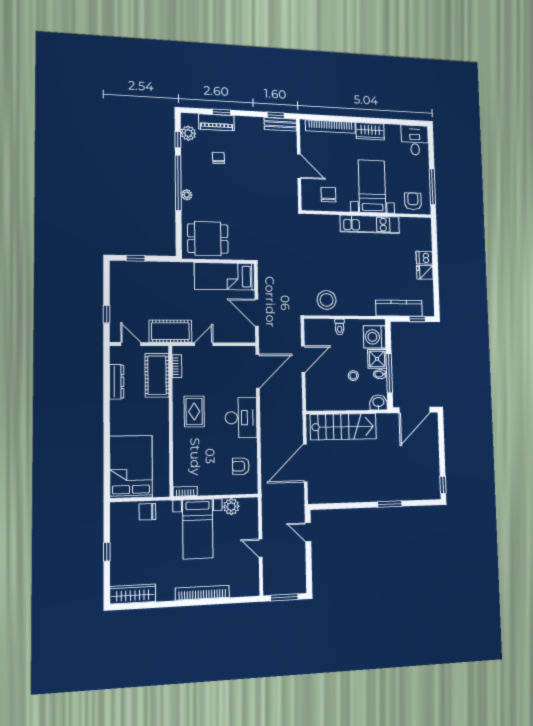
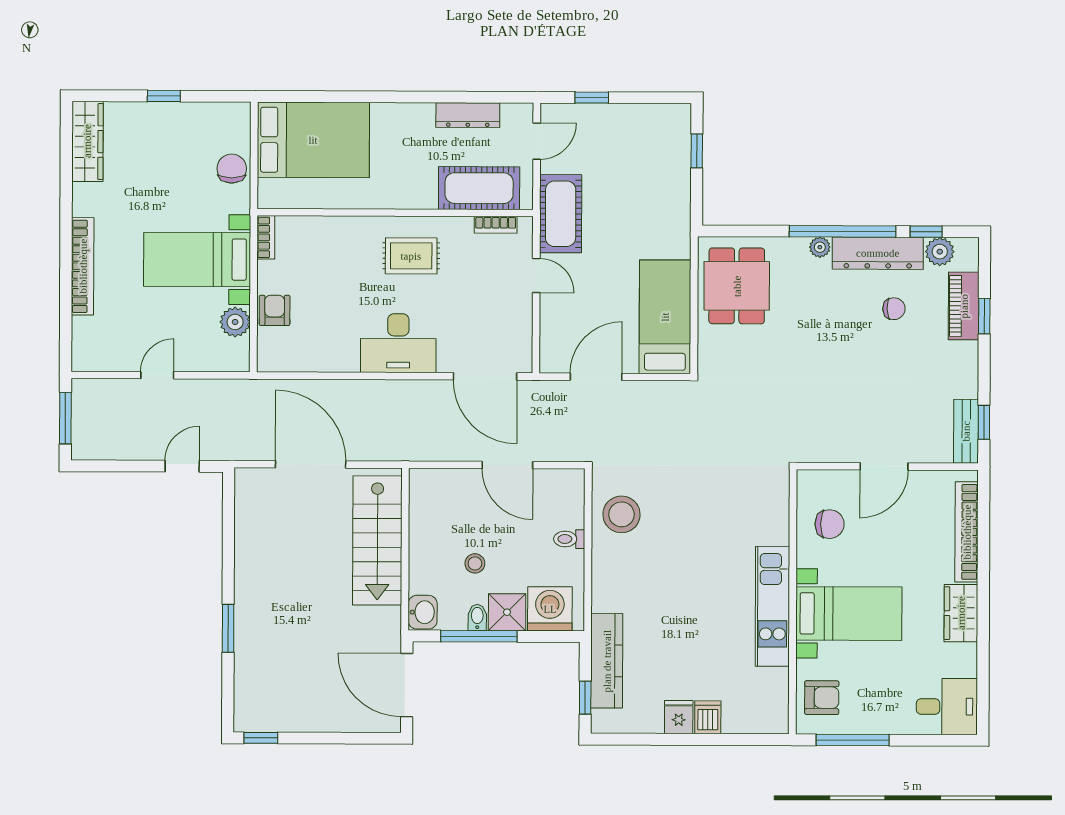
dresser: (190, 165) -> (878, 253), added
armchair: (241, 466) -> (275, 310), moved

